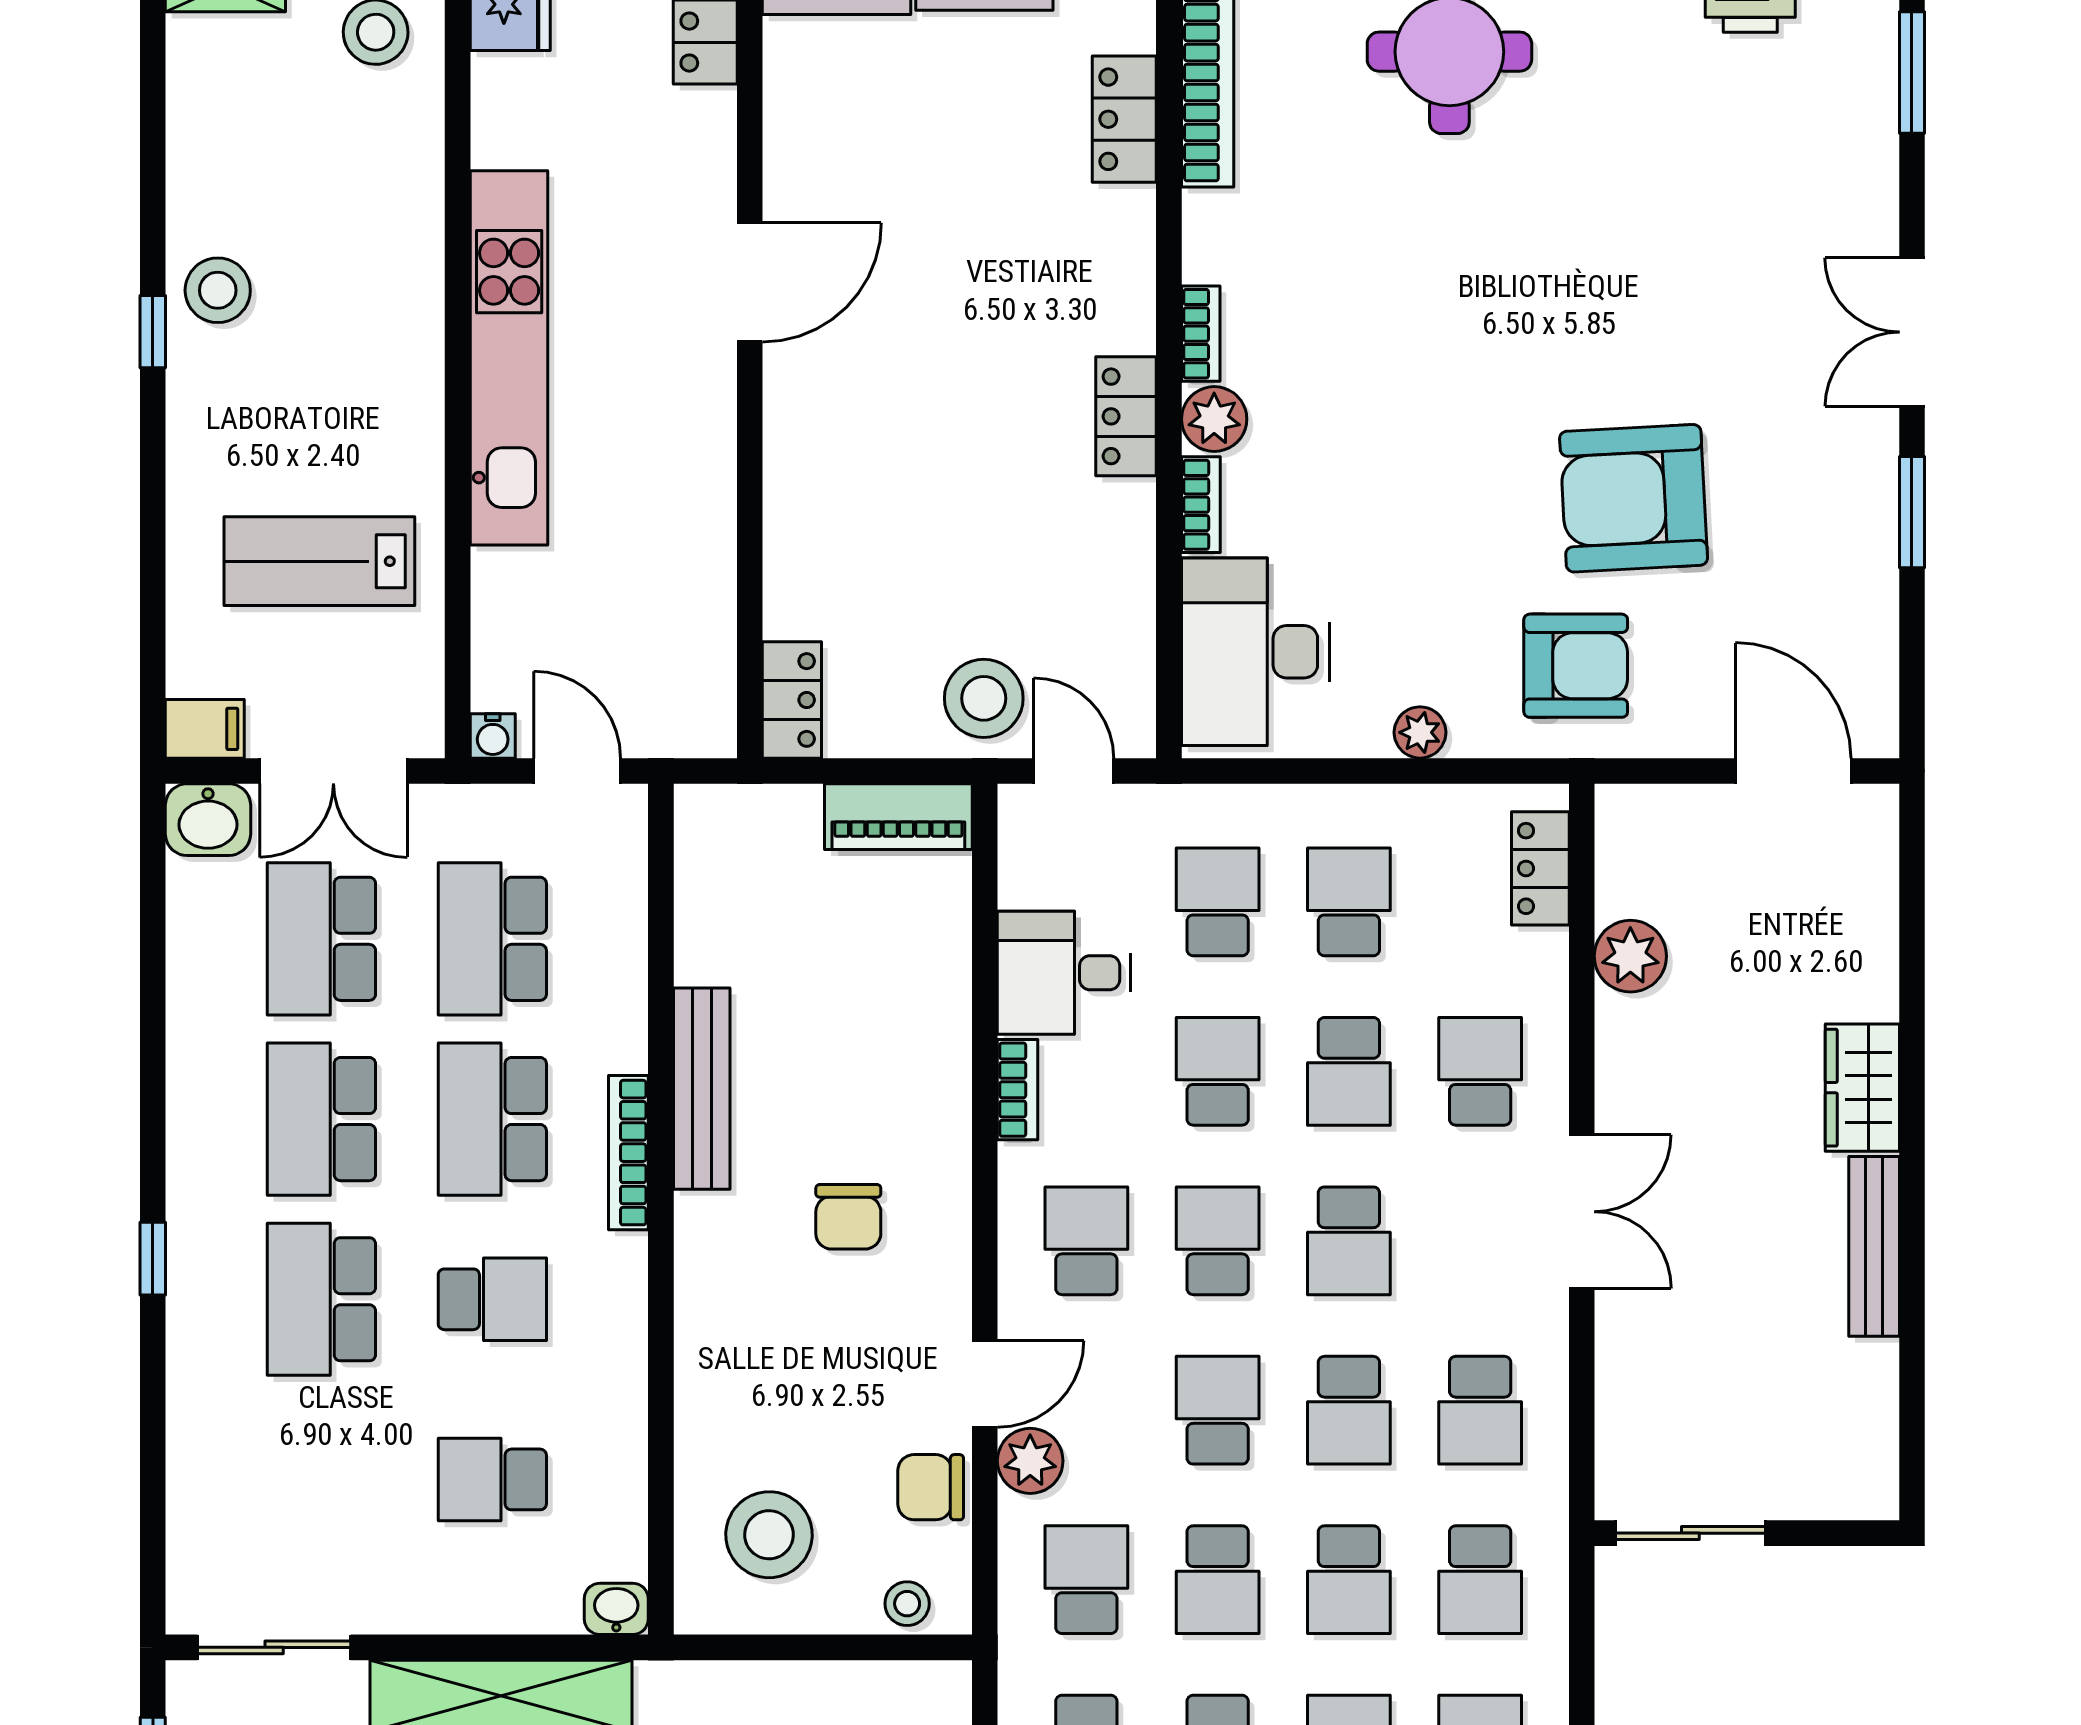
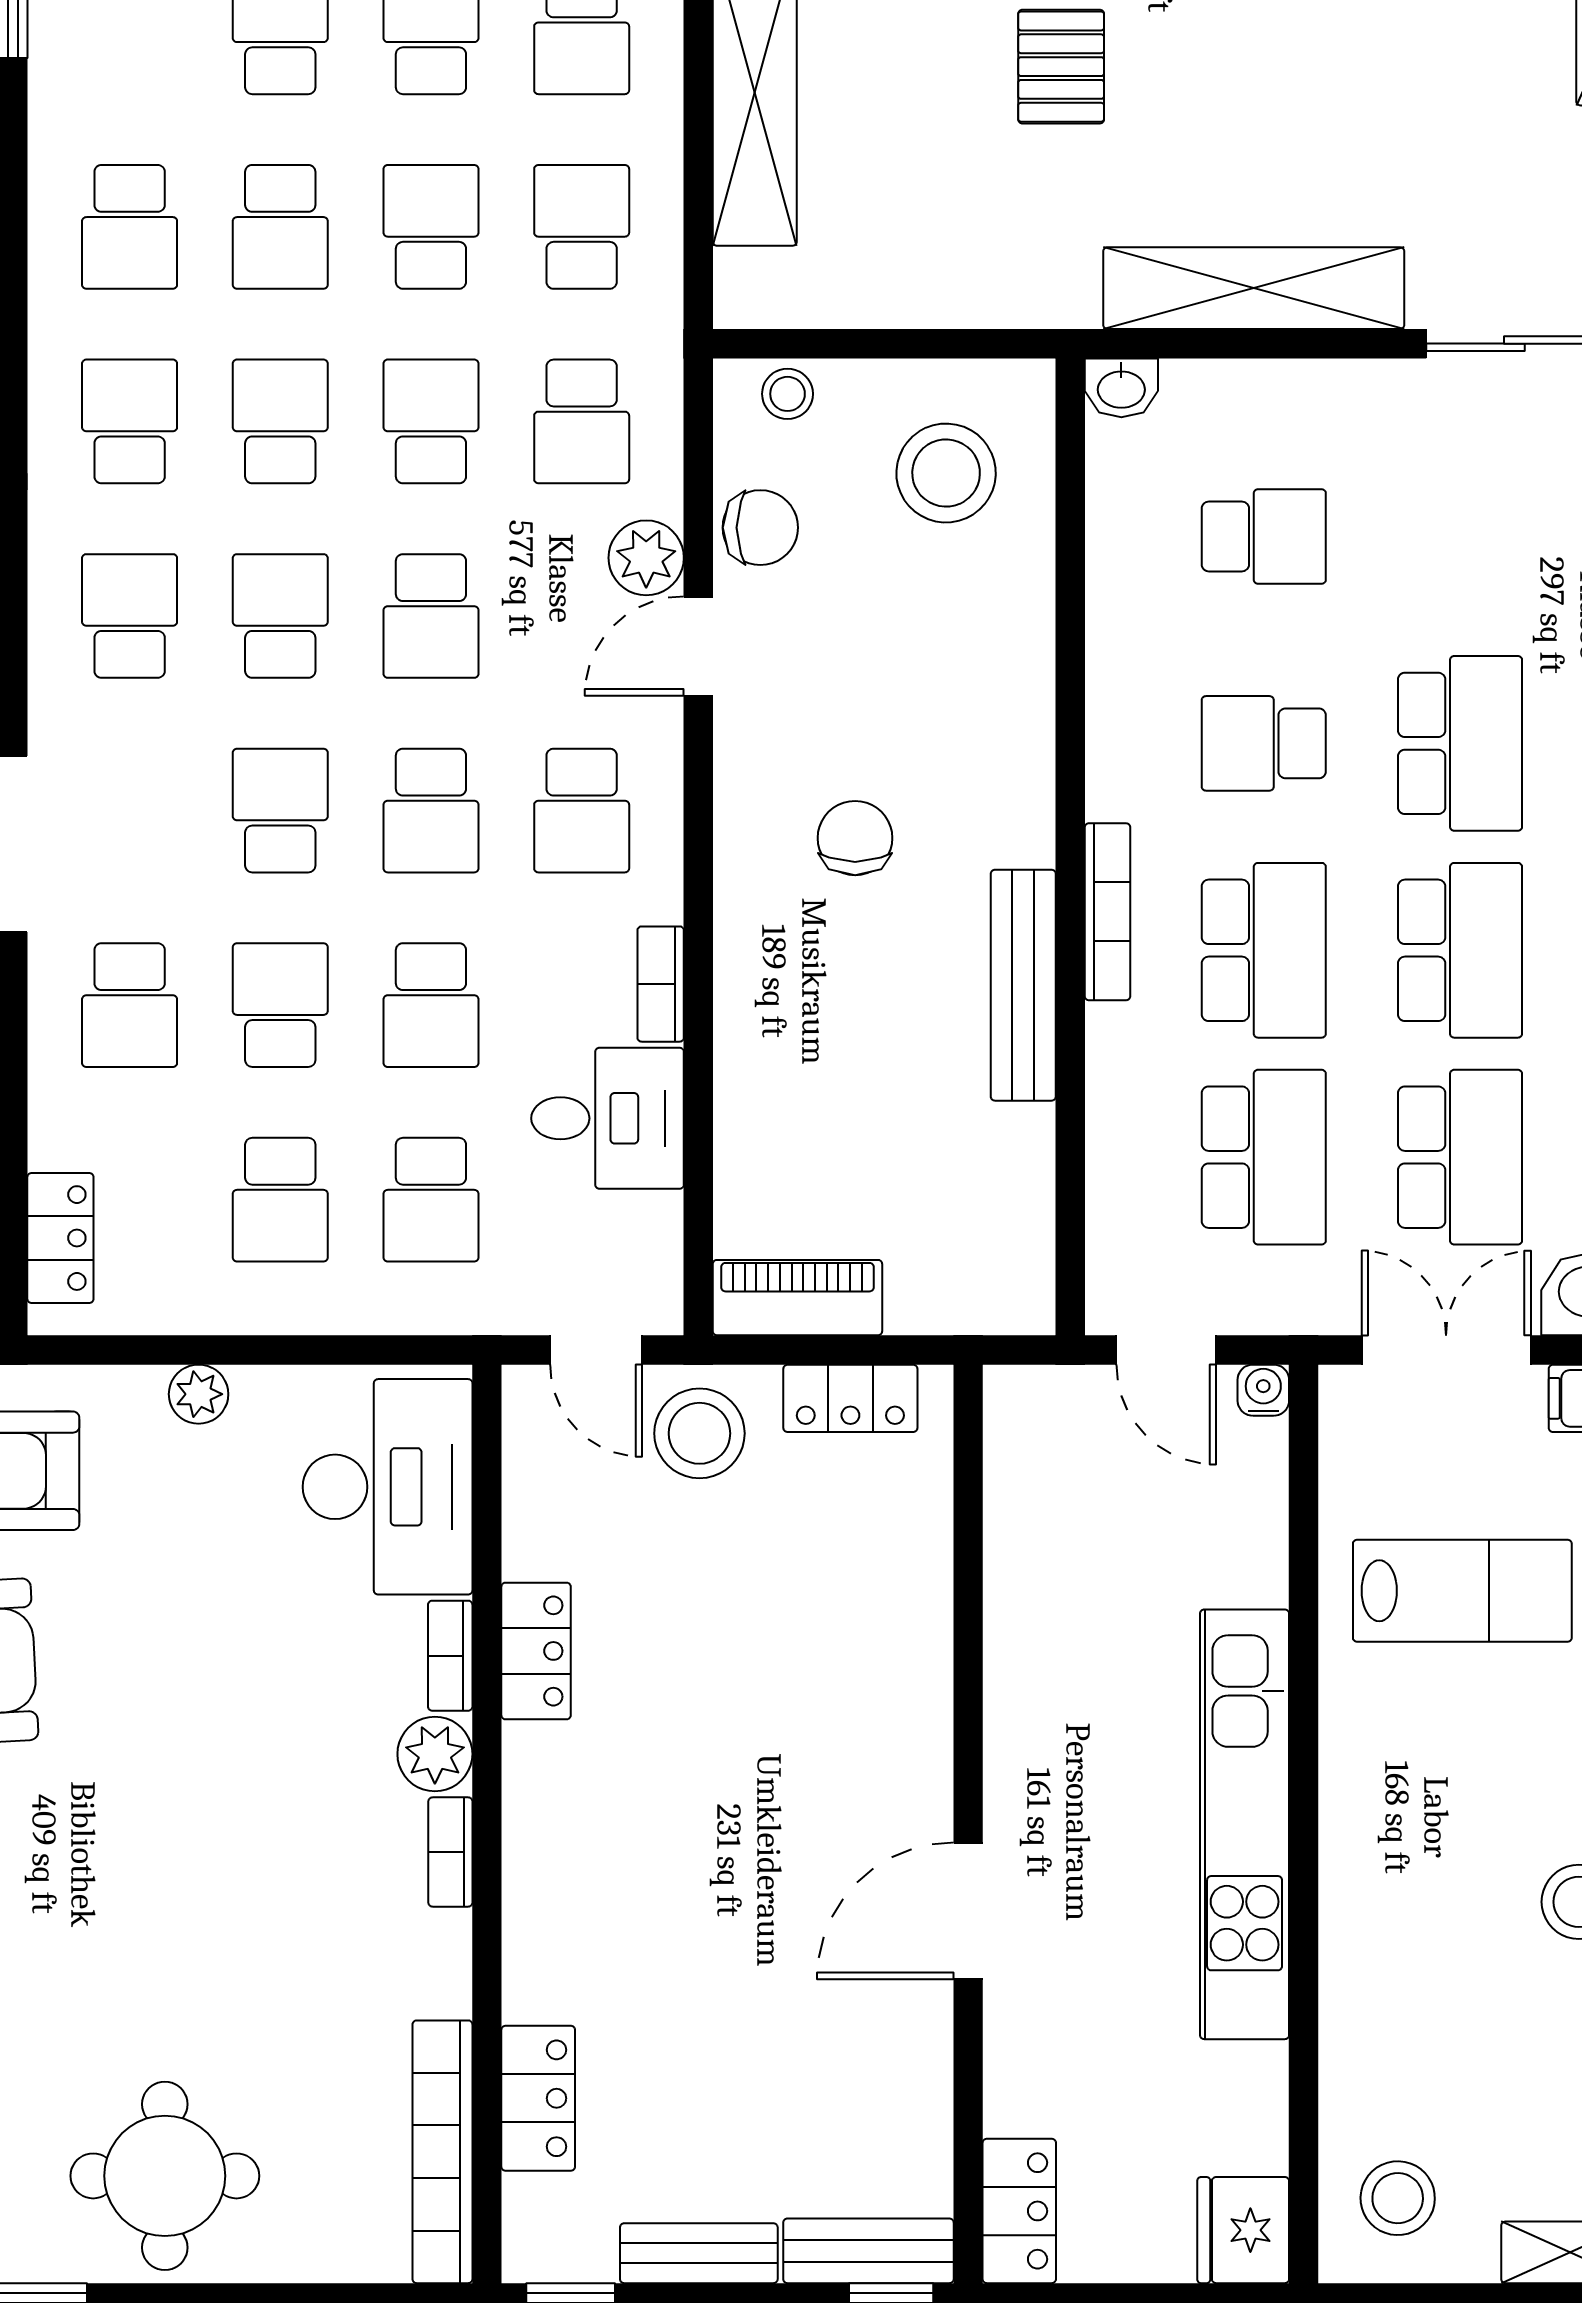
locker: (1126, 416) -> (536, 1651), moved
locker: (792, 700) -> (850, 1398), moved, turned -90

